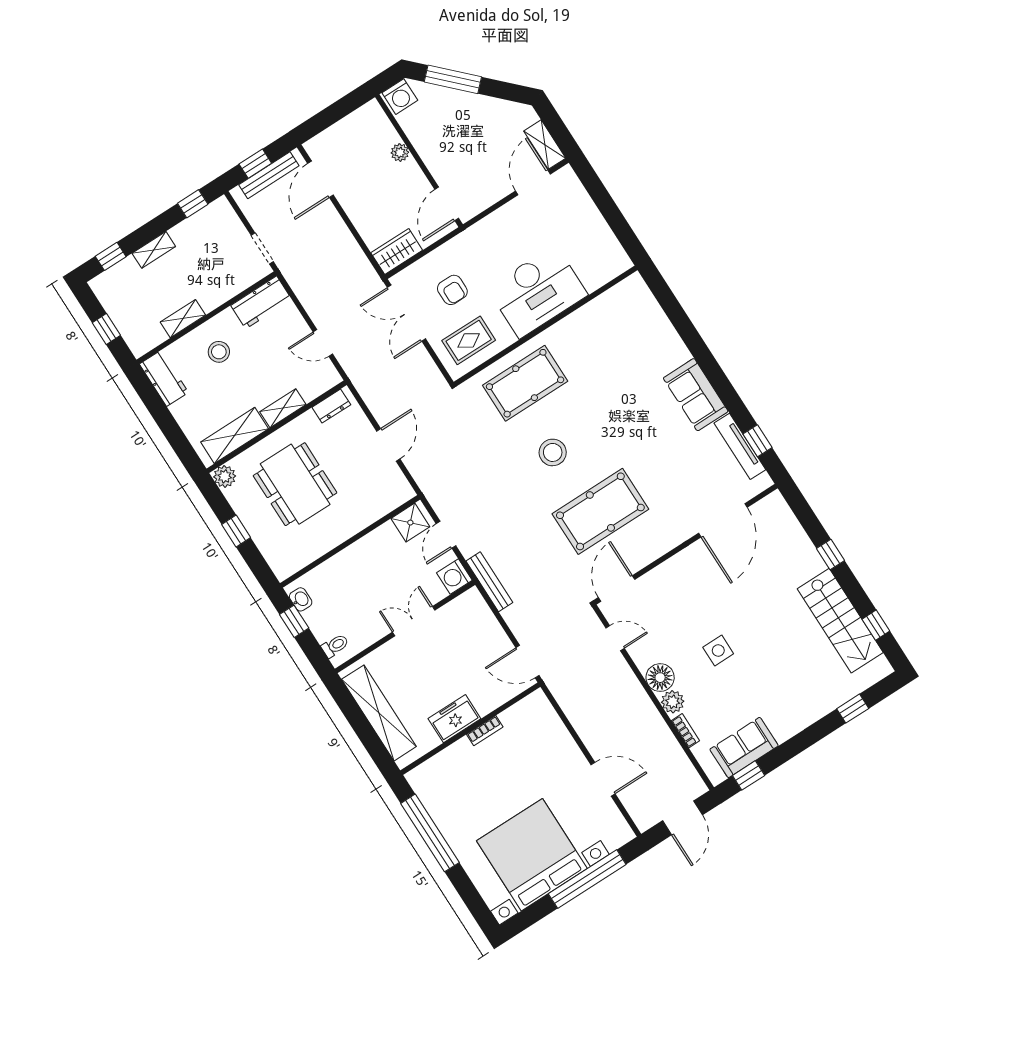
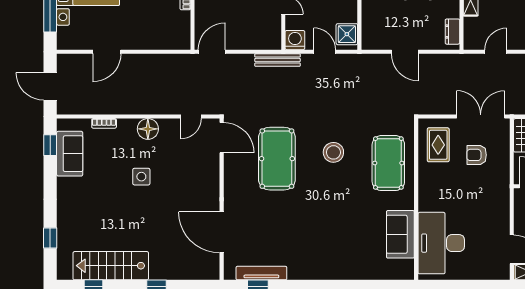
desk: (537, 292) -> (441, 243), moved
sofa: (696, 395) -> (400, 234), moved, turned -90
plant: (673, 702) -> (127, 127), removed

